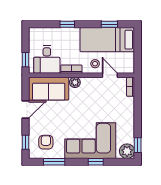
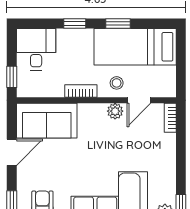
window: (109, 24) -> (118, 24), moved
desk: (47, 59) -> (36, 49), moved, turned 180
door: (110, 75) -> (139, 100), swing flipped
plant: (75, 82) -> (115, 111), moved

